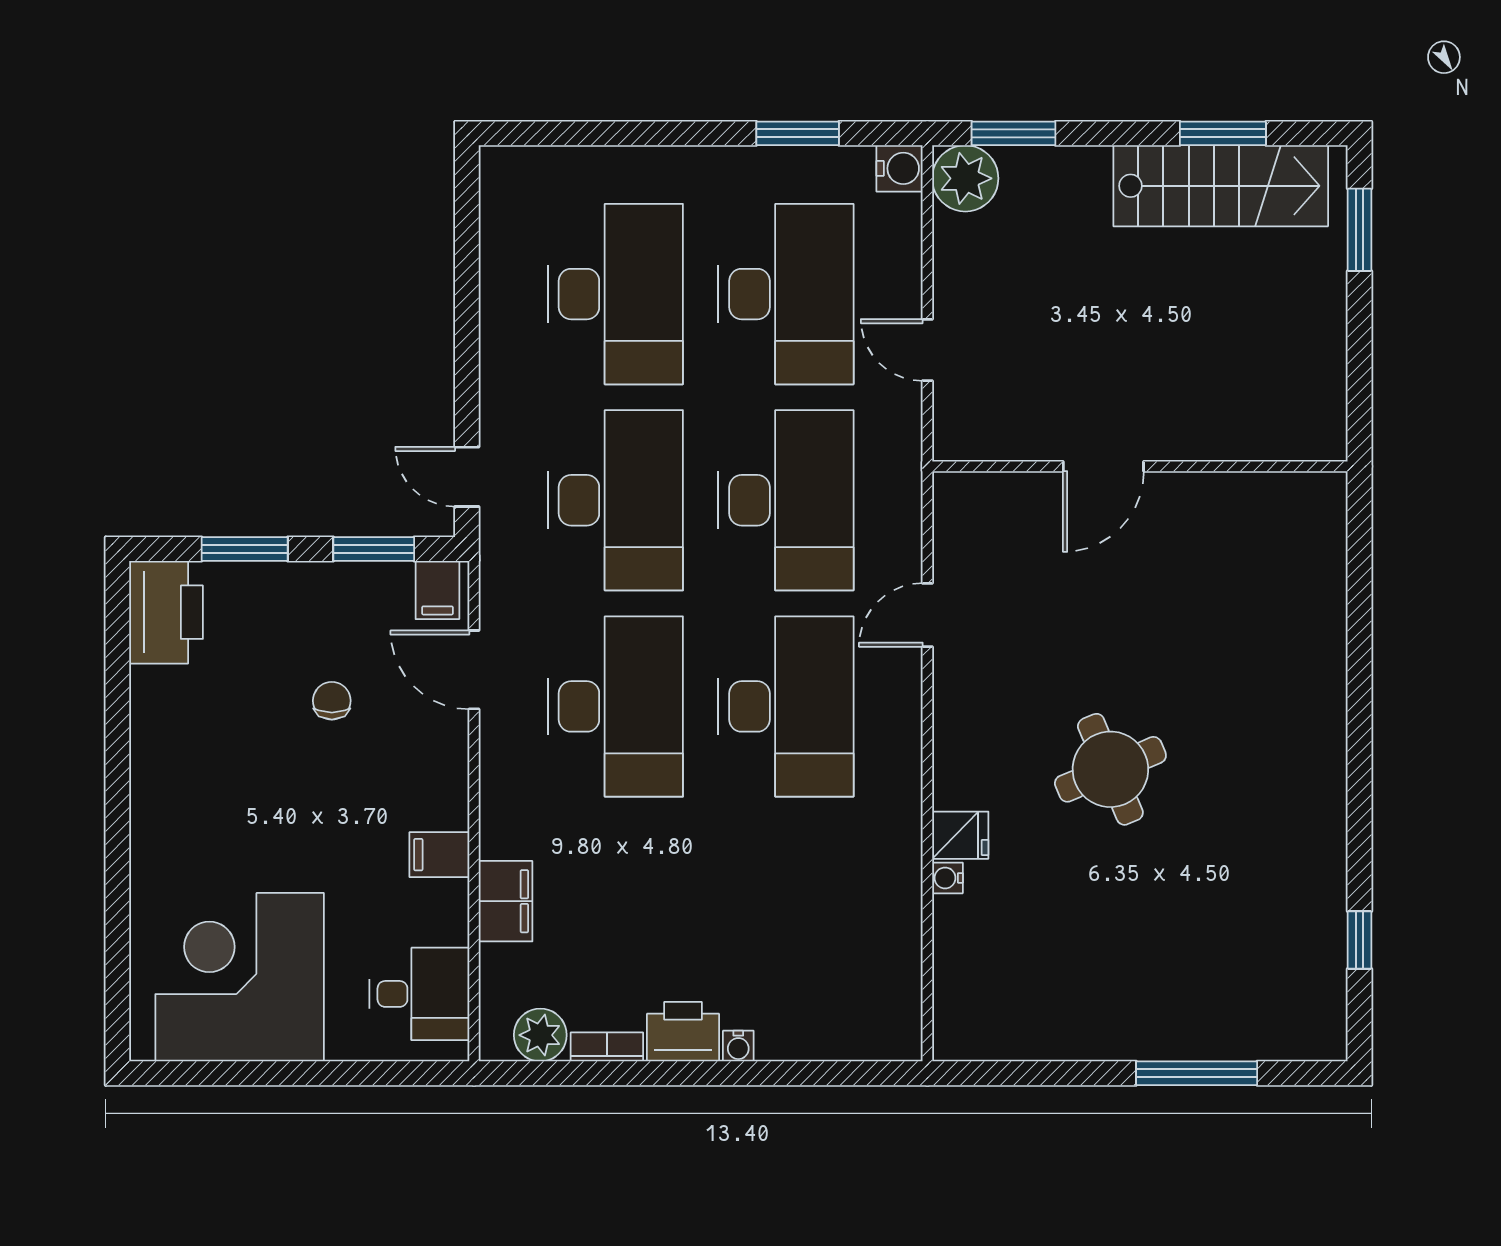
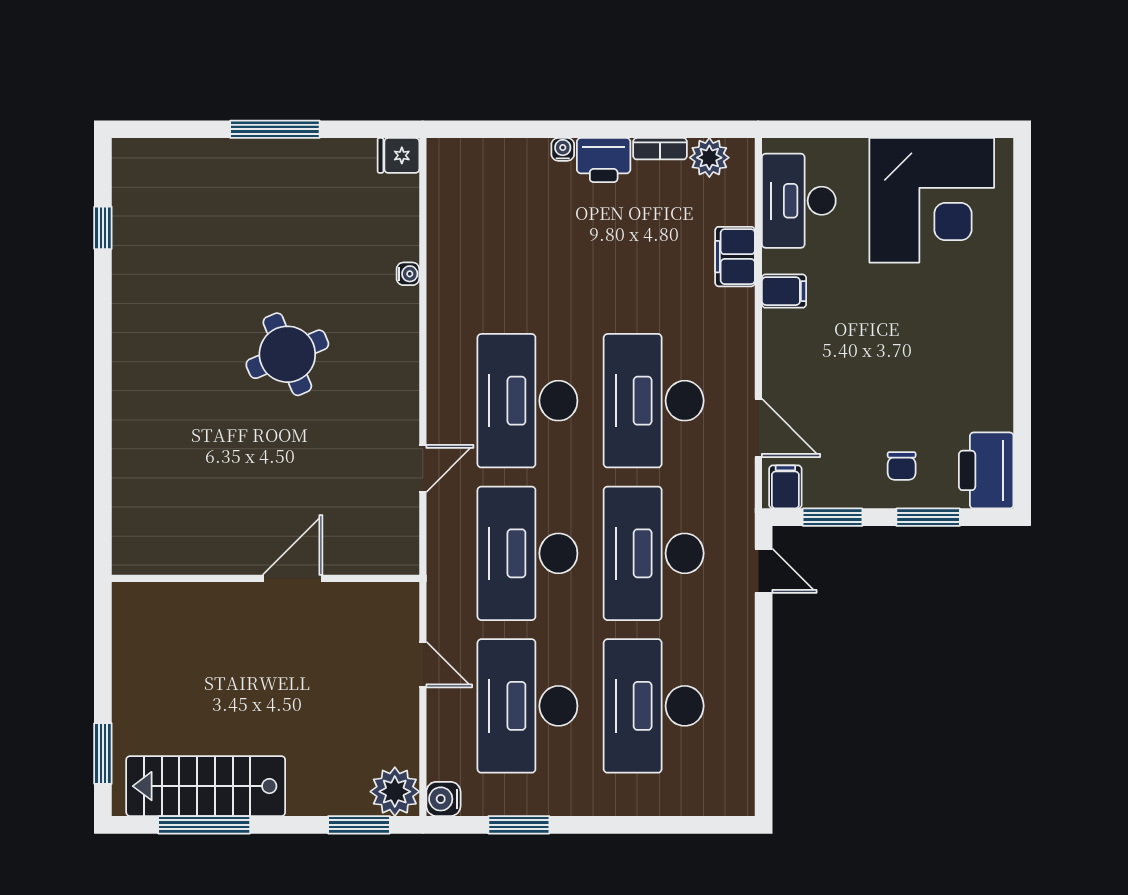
window: (1223, 133) -> (204, 825), width x1.44
chair: (332, 701) -> (902, 466), moved
fridge: (960, 835) -> (398, 155), moved
desk: (419, 994) -> (799, 201), width x1.37
window: (1197, 1073) -> (275, 129), moved

